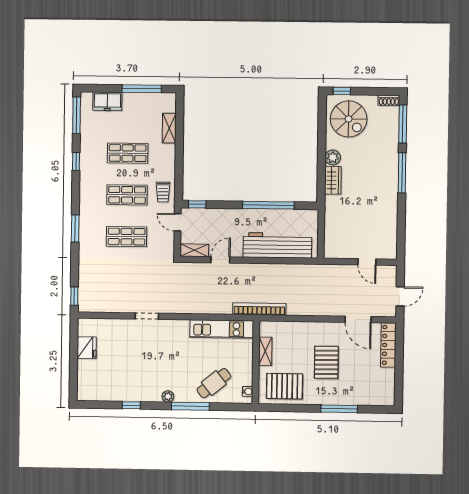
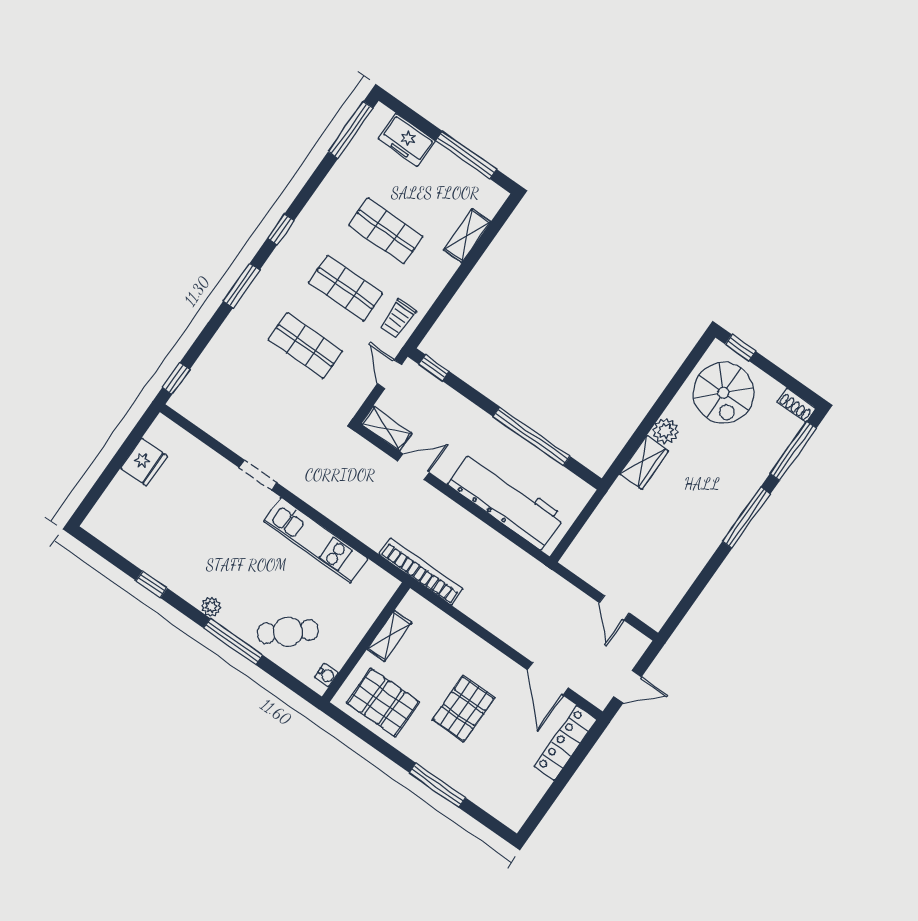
window: (76, 161) -> (281, 229), moved
kitchen unit: (222, 329) -> (316, 540), moved

